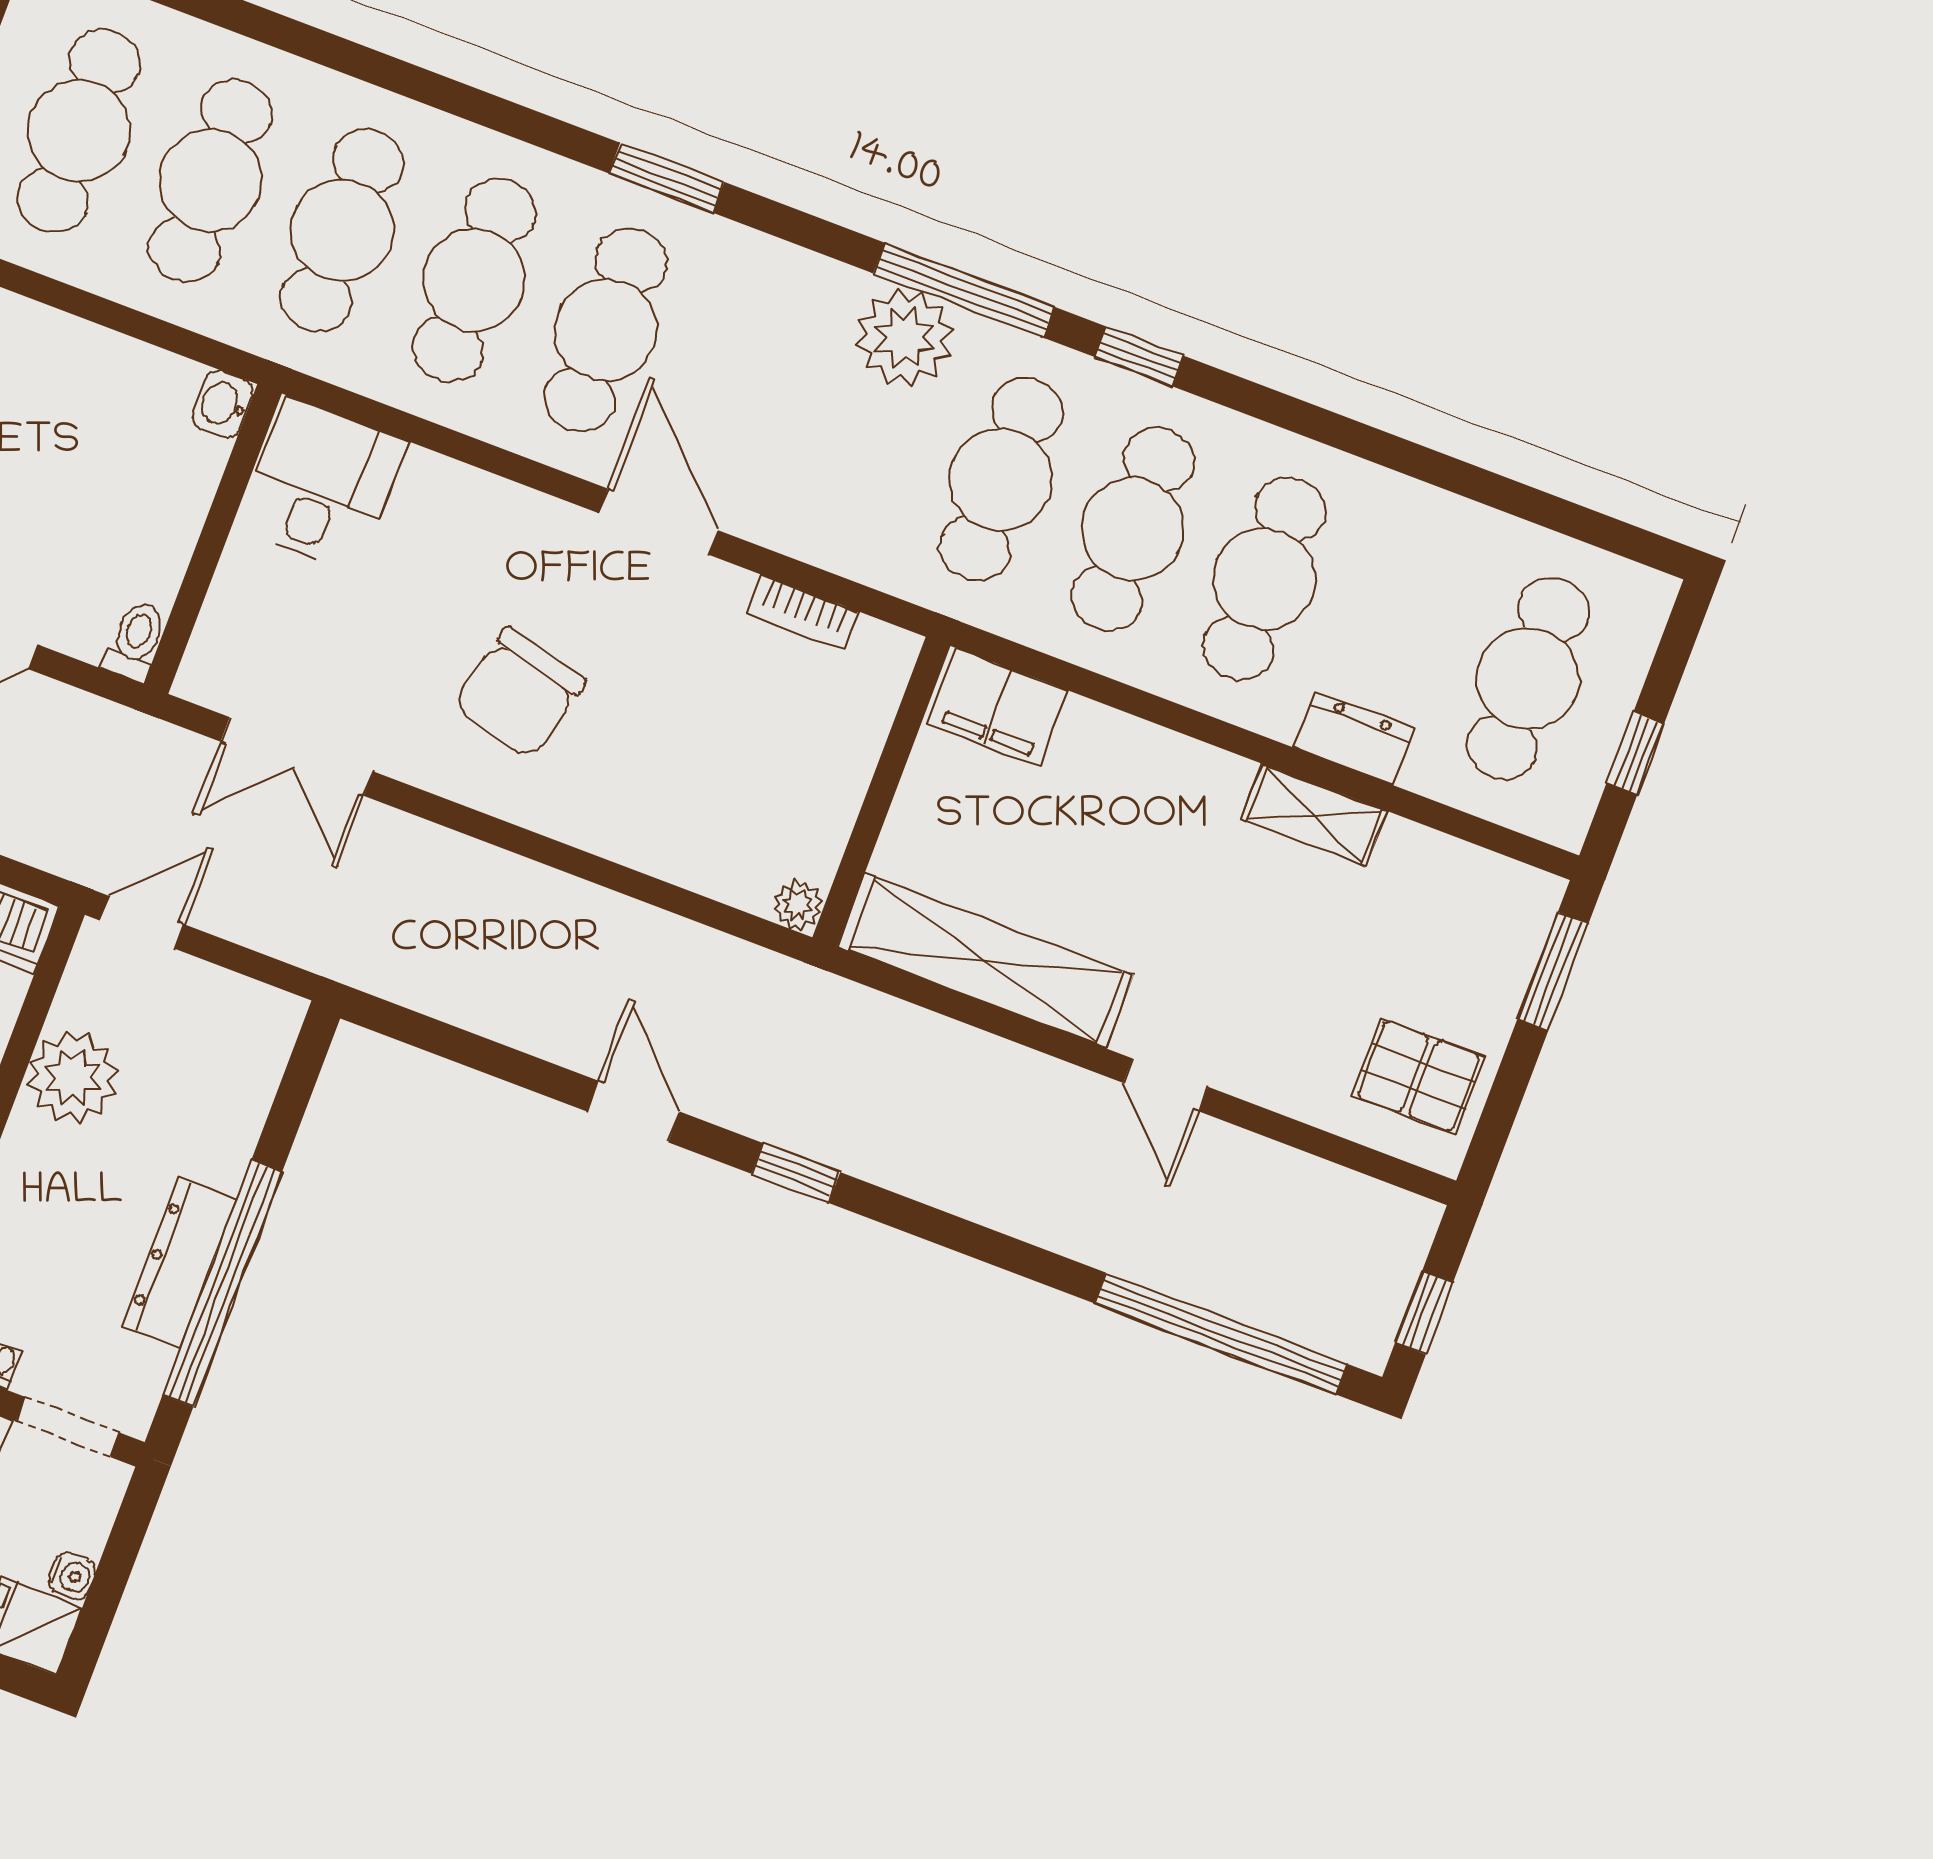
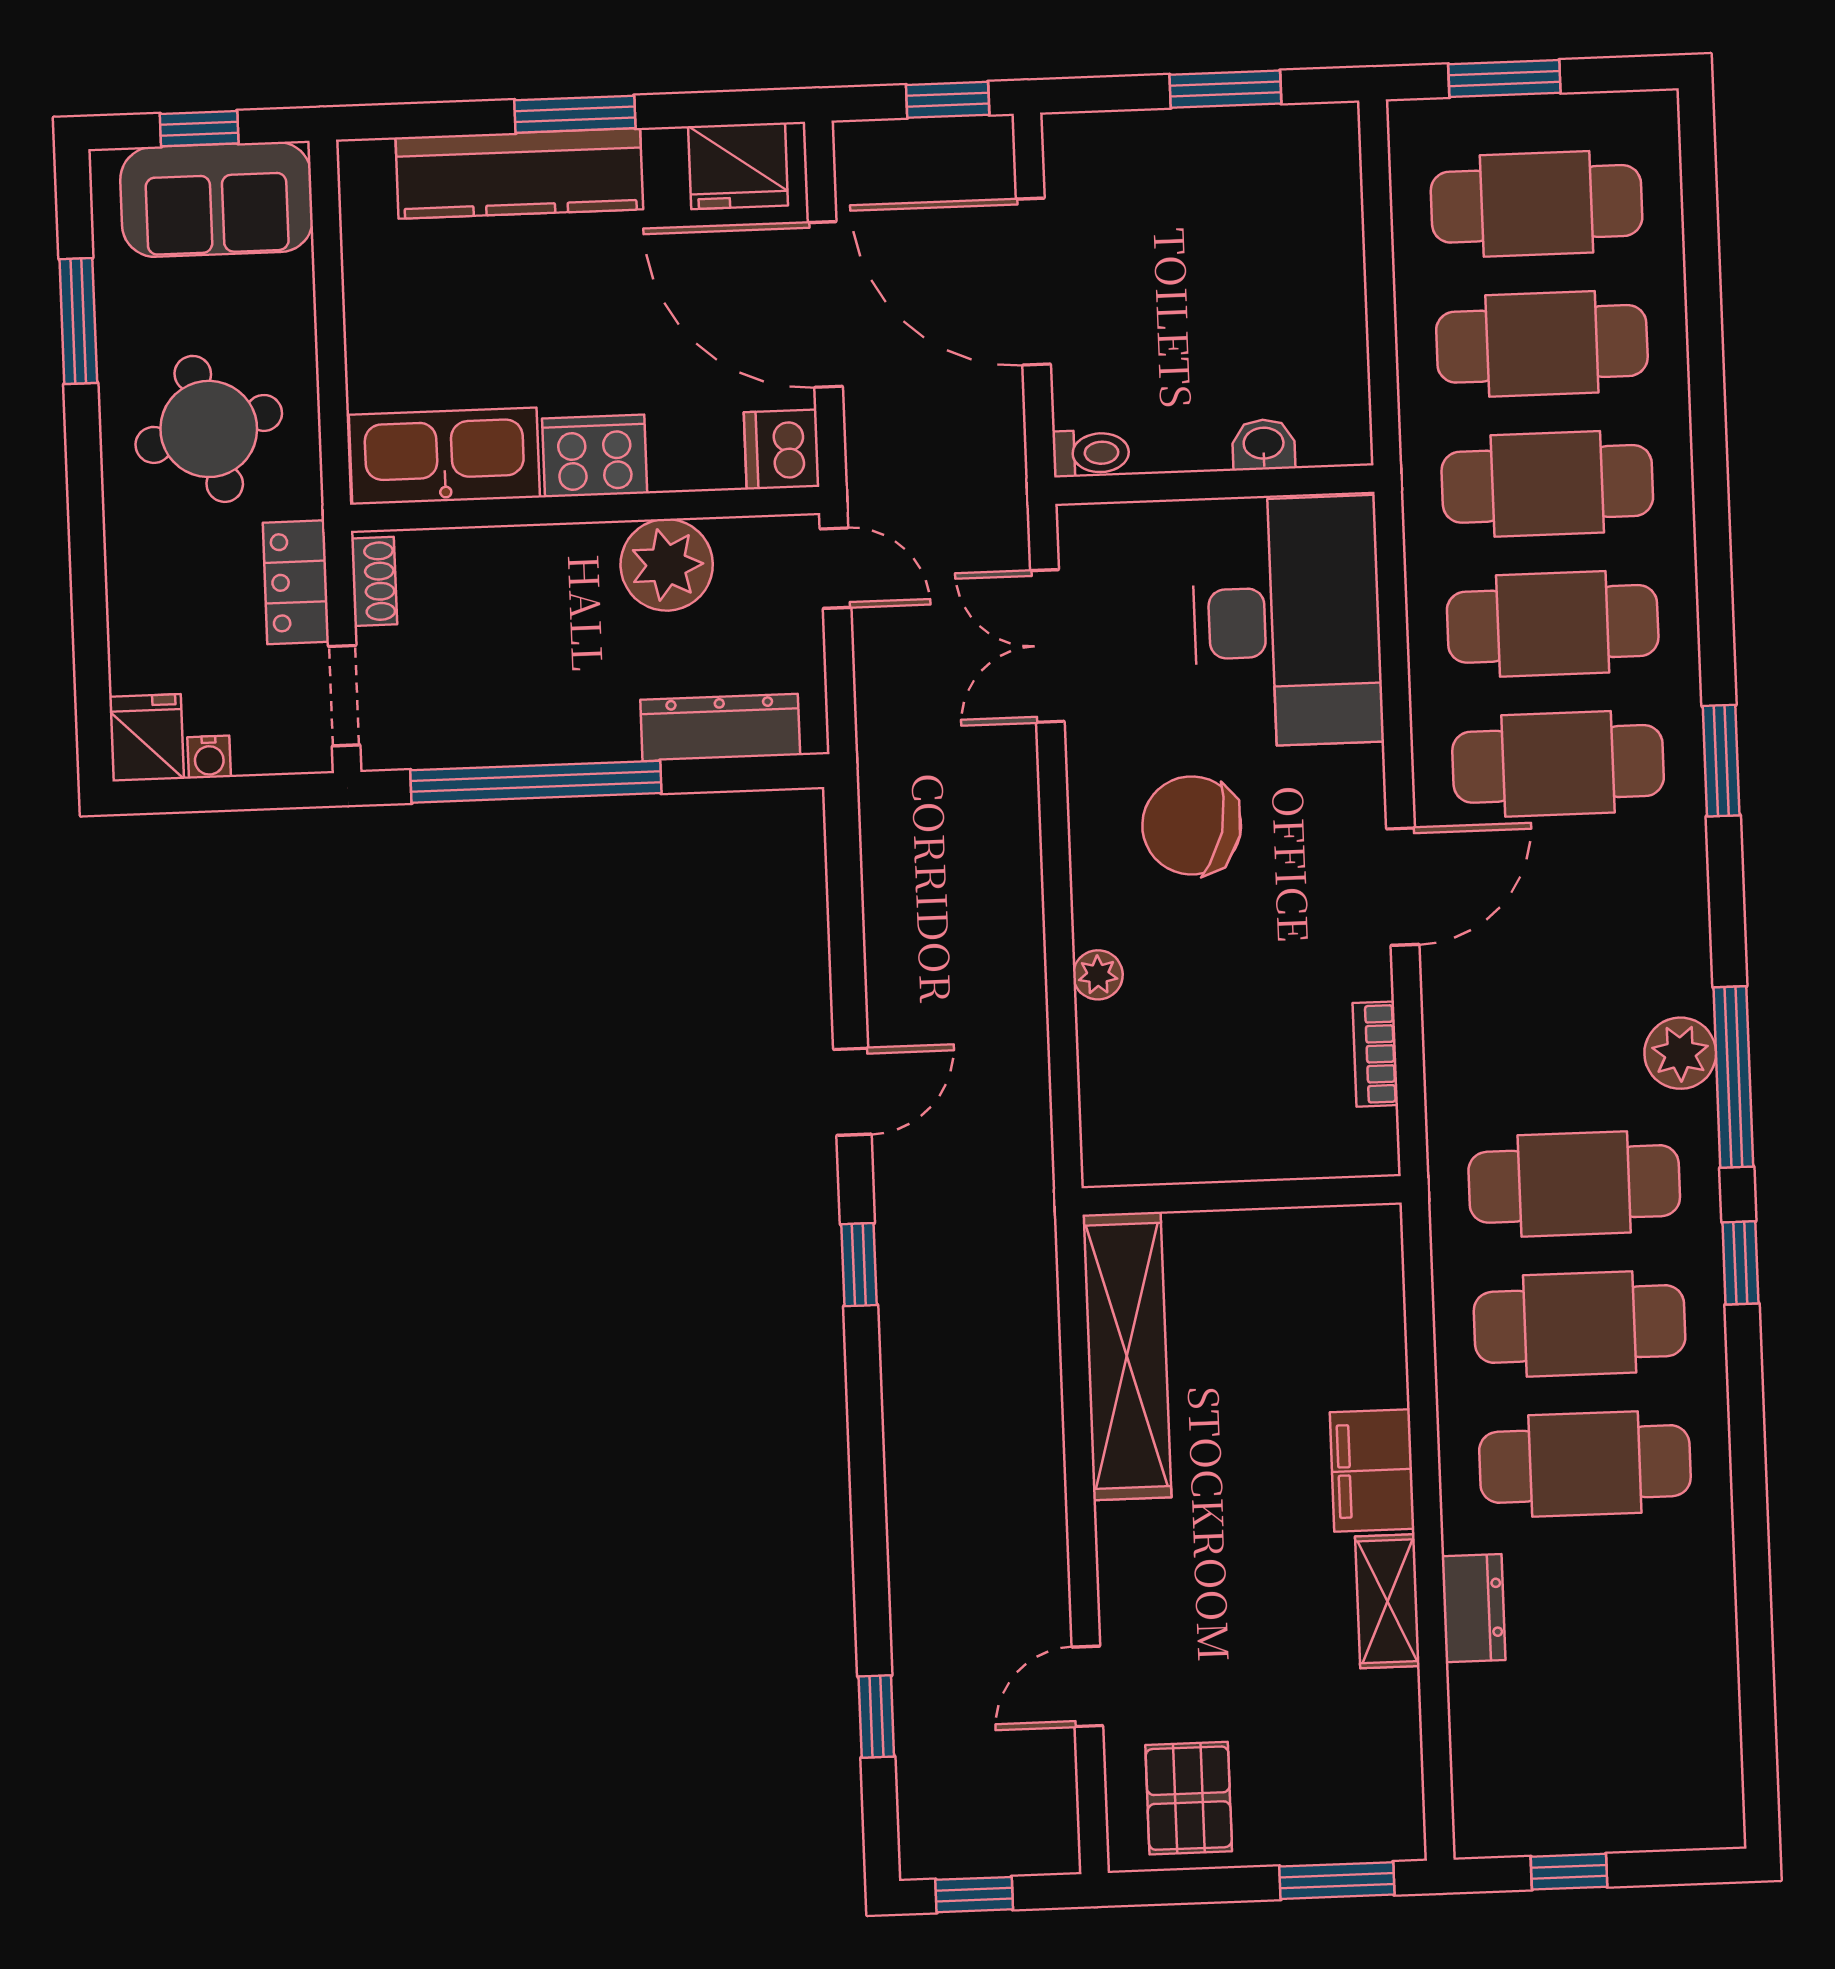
plant: (904, 338) -> (1680, 1053), width x0.73, depth x0.73
washbasin: (223, 404) -> (1264, 445), moved
desk: (321, 485) -> (1287, 622), width x1.87, depth x1.30
cafe table: (1528, 678) -> (1596, 1744), removed
filing cabinet: (998, 707) -> (1372, 1470), moved
plant: (798, 905) -> (1098, 975), moved
door: (1166, 1085) -> (1087, 1686), moved
dresser: (179, 1263) -> (720, 727), moved
window: (1221, 1334) -> (876, 1716), width x0.32

